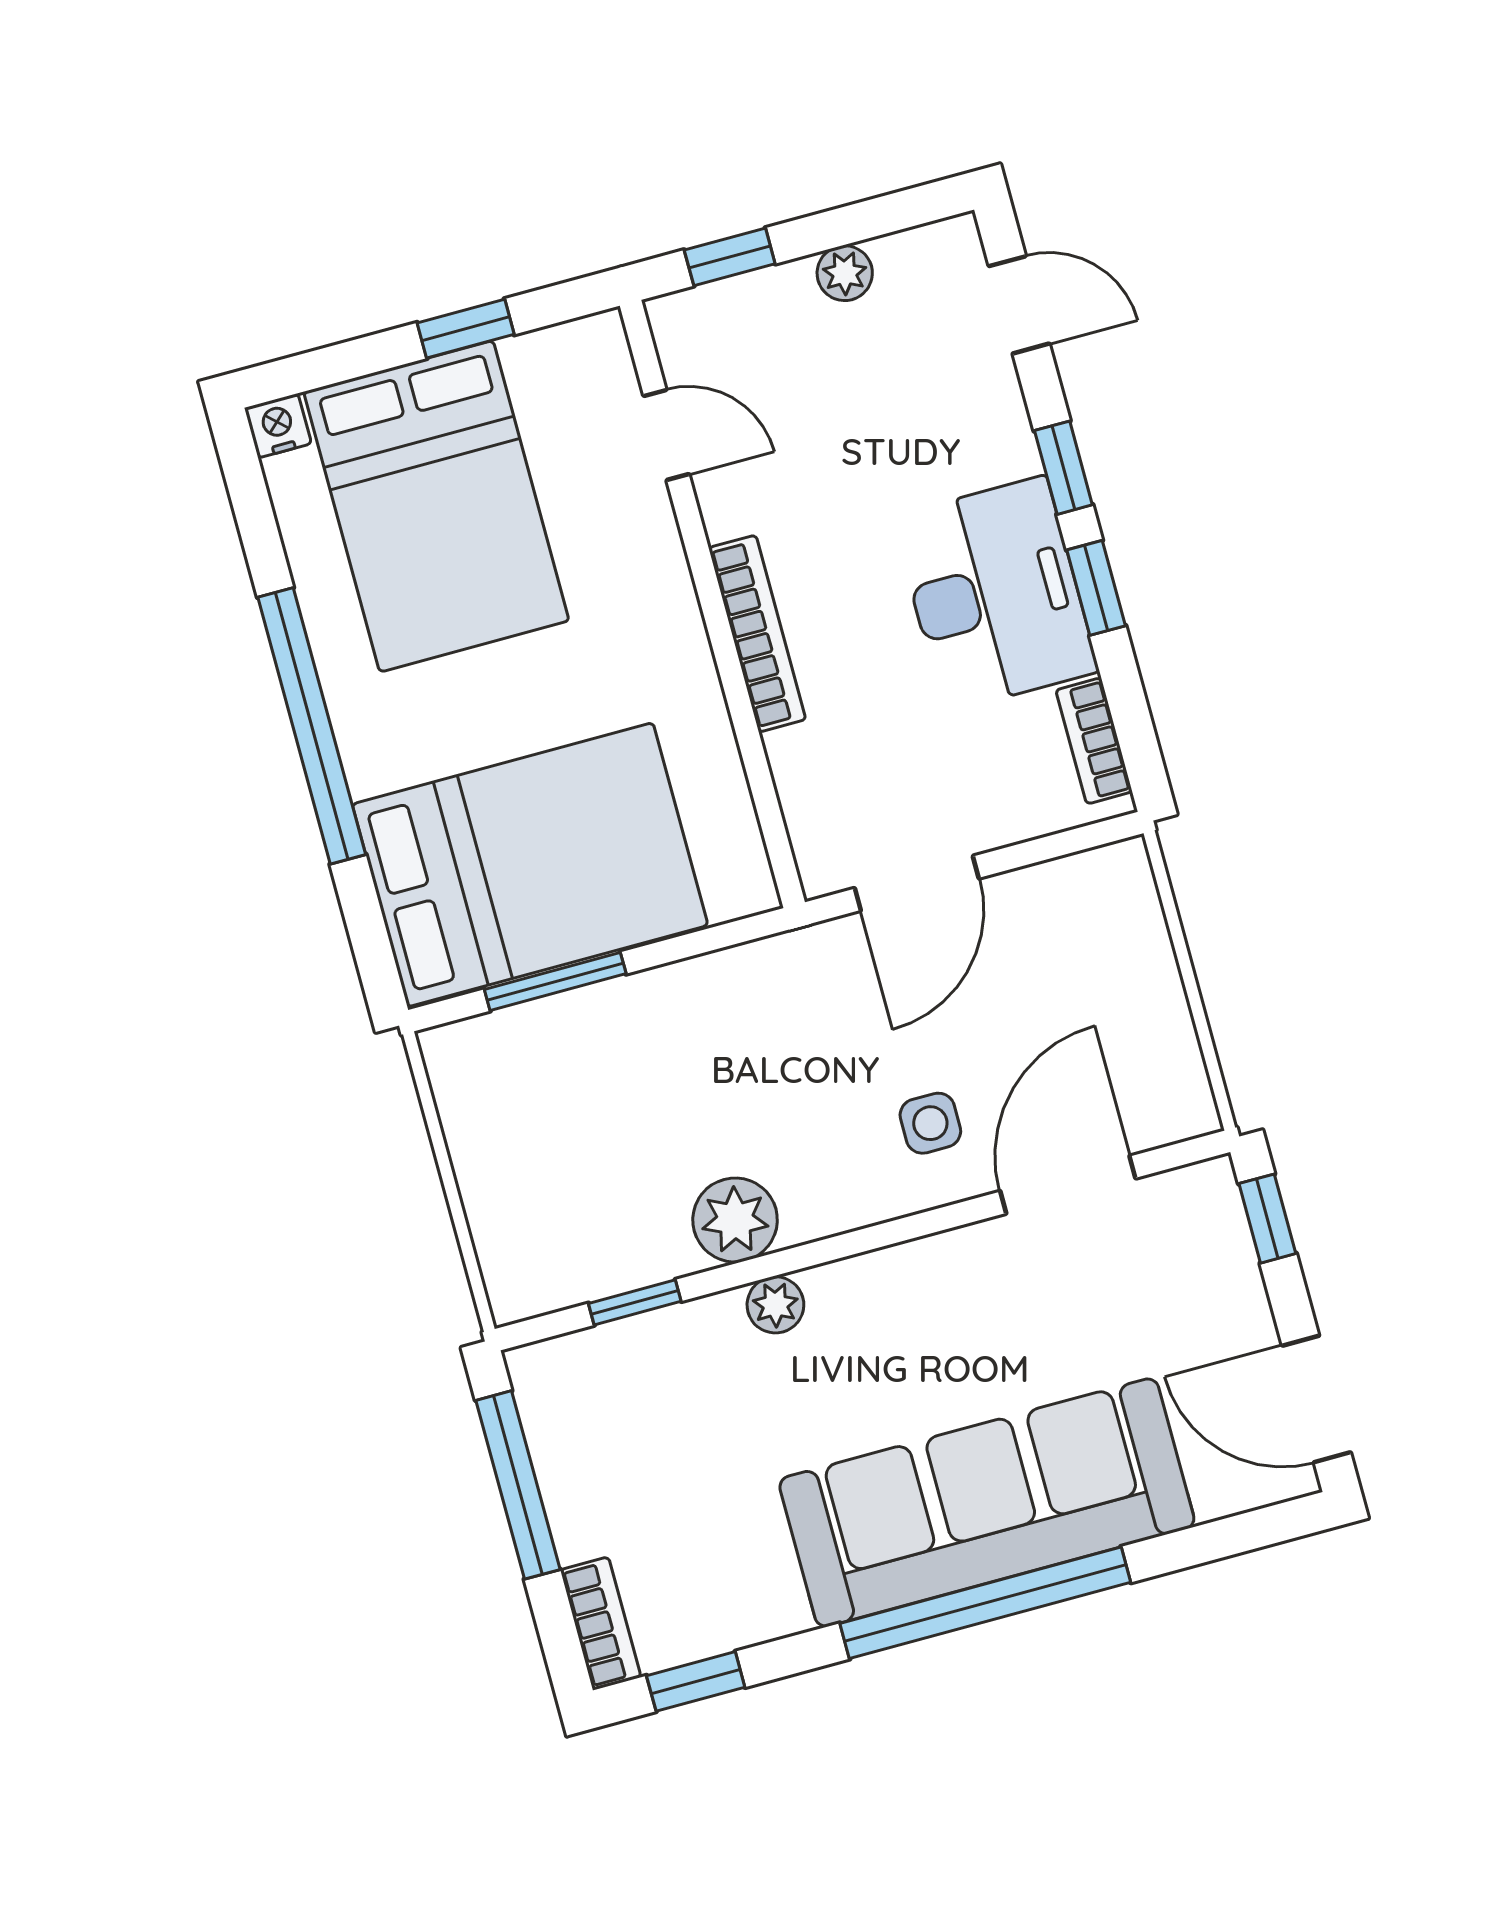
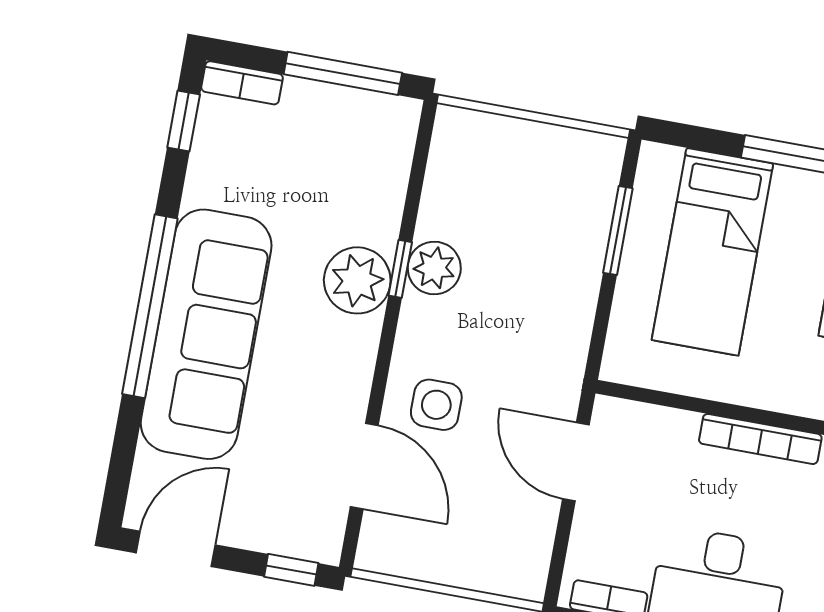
bed: (530, 865) -> (712, 252), width x0.67
side table: (930, 1123) -> (436, 405), width x1.37, depth x1.37
window: (635, 1302) -> (400, 269), moved
plant: (775, 1305) -> (357, 280), width x1.88, depth x1.88

